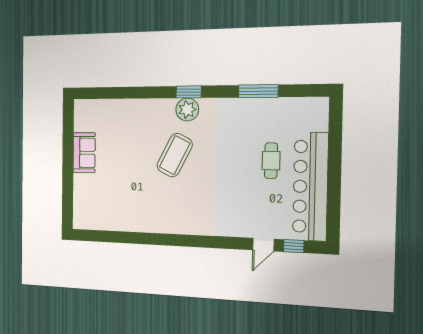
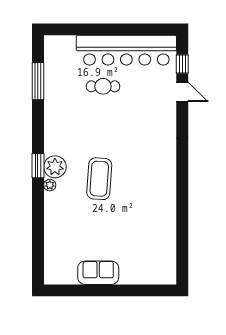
window: (258, 91) -> (38, 81), moved
plant: (169, 104) -> (50, 185), added
coffee table: (175, 155) -> (99, 179), turned 67

